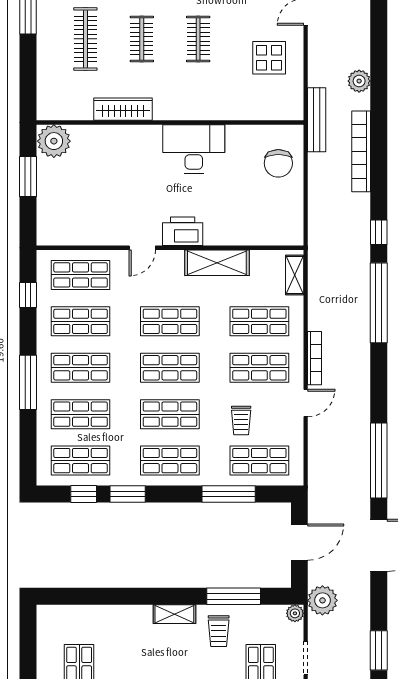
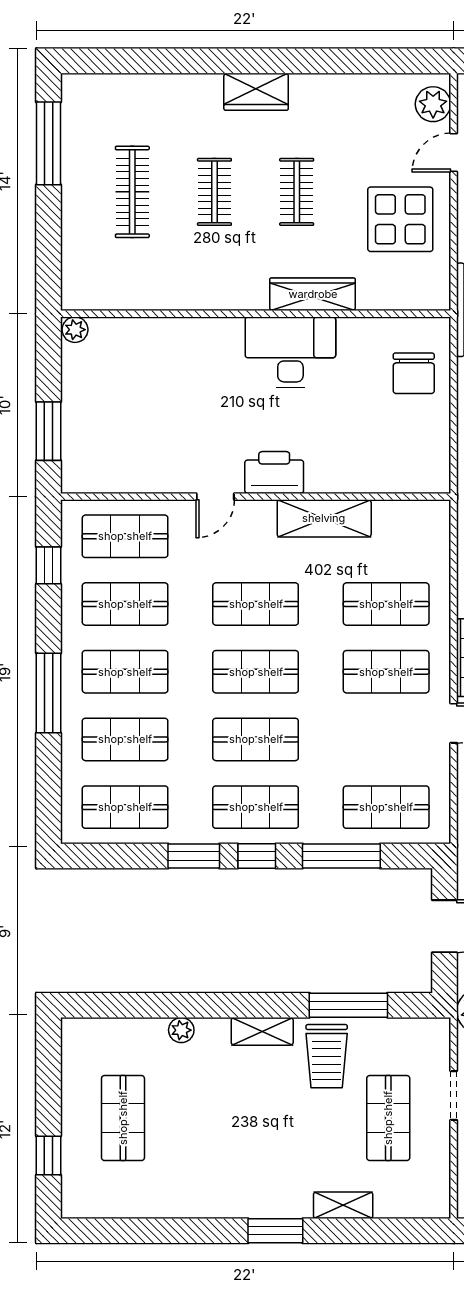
display table: (269, 58) -> (400, 219), width x1.36, depth x1.36
wardrobe: (123, 109) -> (313, 294), moved
plant: (54, 141) -> (75, 330), width x0.53, depth x0.53
window: (28, 177) -> (48, 431), moved
shelving: (295, 275) -> (437, 536), removed
trolley: (241, 420) -> (360, 749), removed
window: (84, 494) -> (257, 856), moved
plant: (295, 613) -> (181, 1030), moved
trolley: (219, 631) -> (327, 1056), width x1.36, depth x1.39

